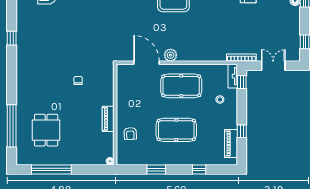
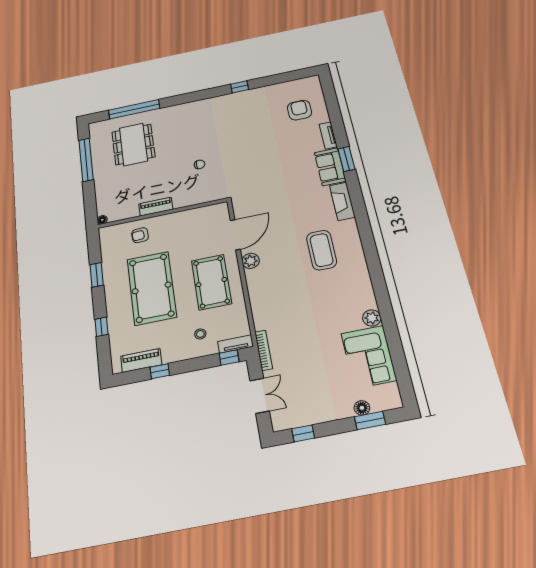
dining table: (46, 130) -> (133, 144), width x1.38
pool table: (176, 130) -> (152, 288), width x1.36, depth x1.32

